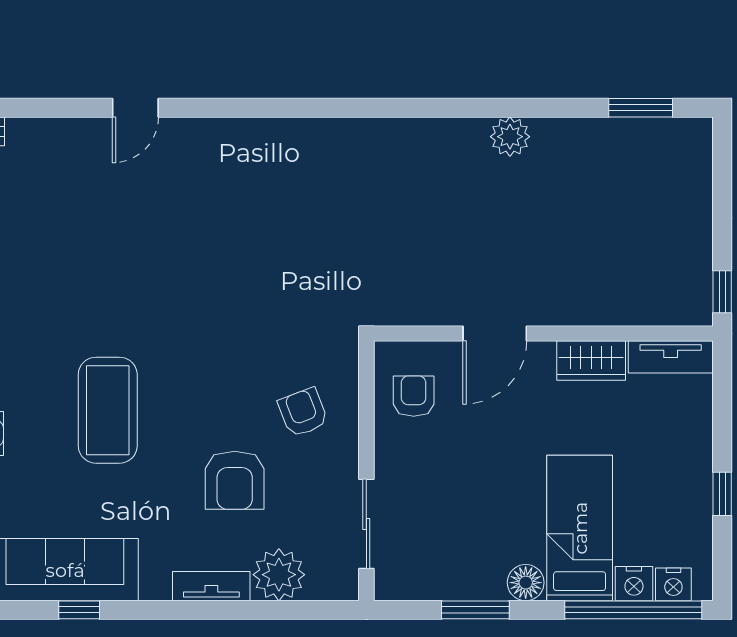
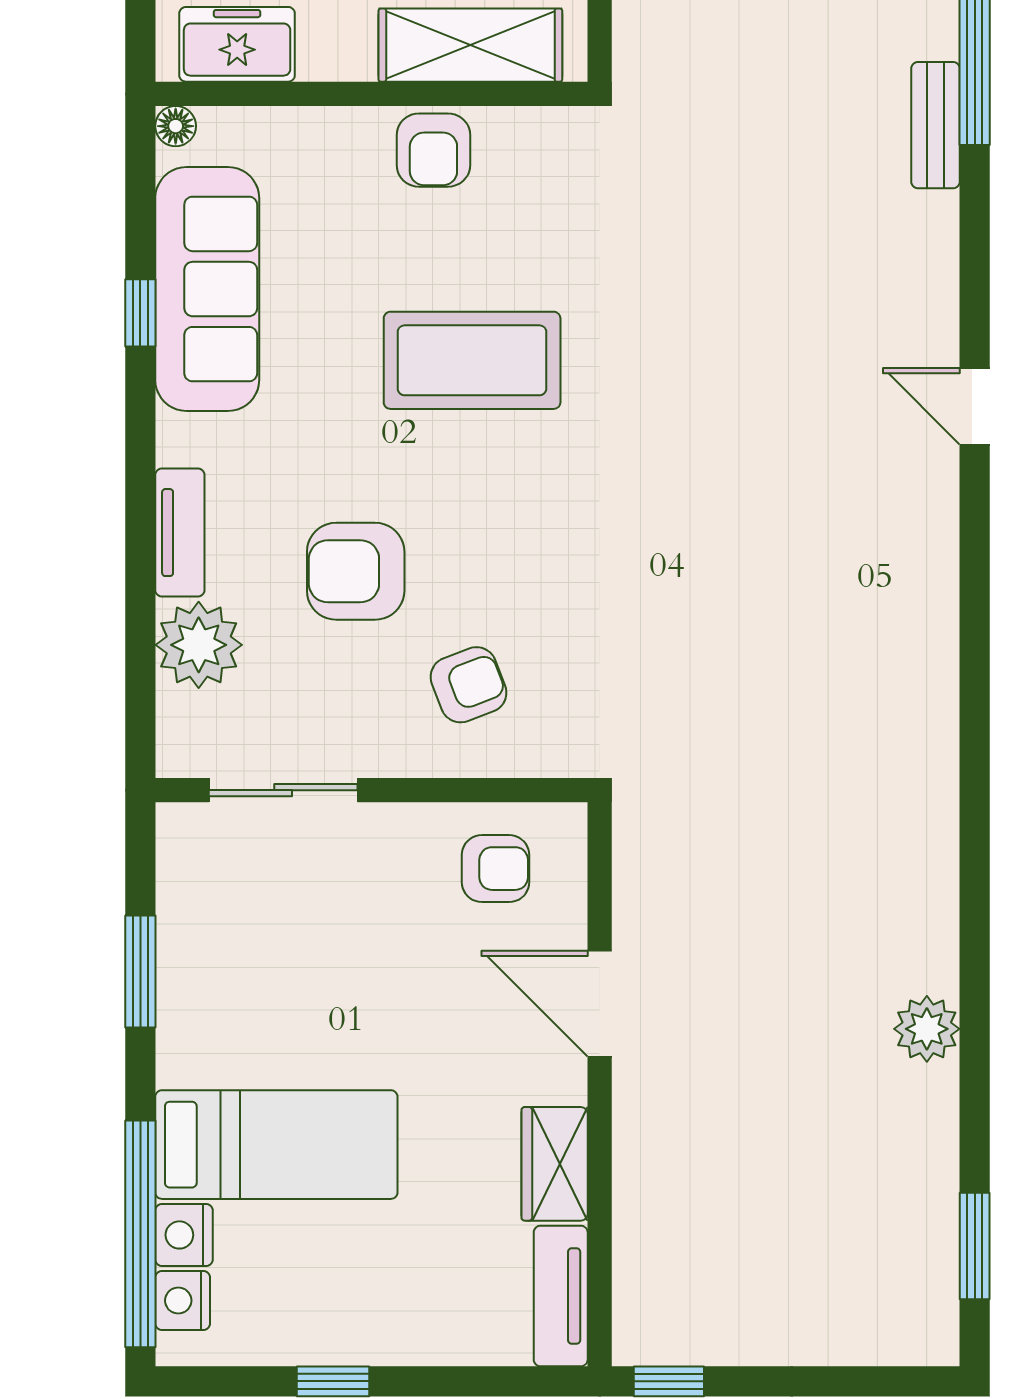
floor lamp: (526, 583) -> (186, 1055), removed

